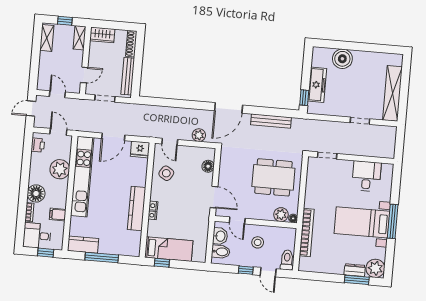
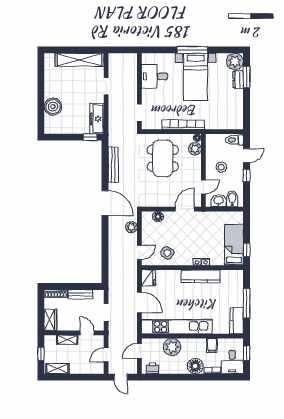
shelving: (79, 38) -> (67, 340), moved
bench: (128, 76) -> (80, 294), width x0.73
freezer: (317, 85) -> (97, 119), moved, turned -90
bookcase: (307, 233) -> (183, 125), moved

